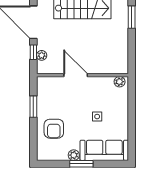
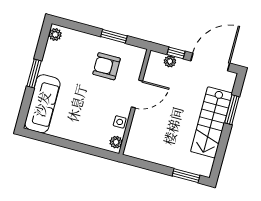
side table: (97, 117) -> (120, 122), moved
armchair: (54, 129) -> (107, 66), moved
plant: (74, 155) -> (55, 35), moved

